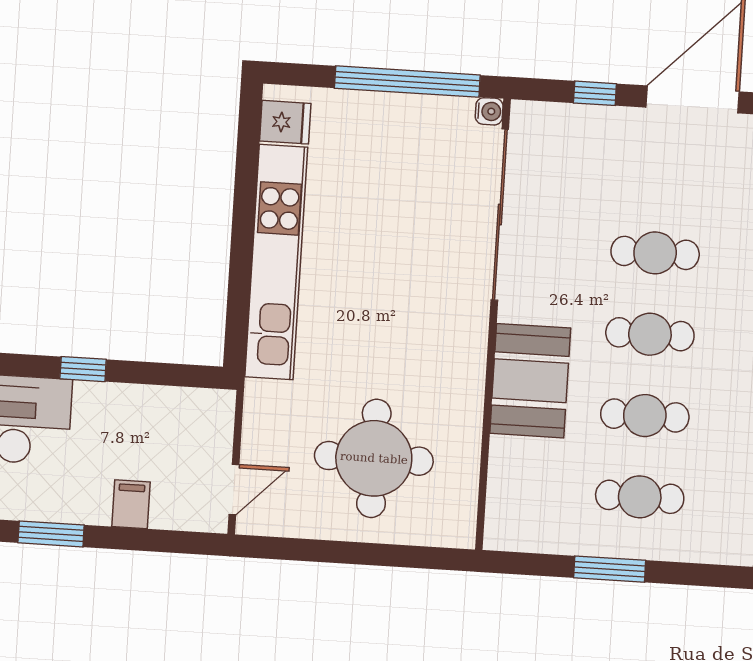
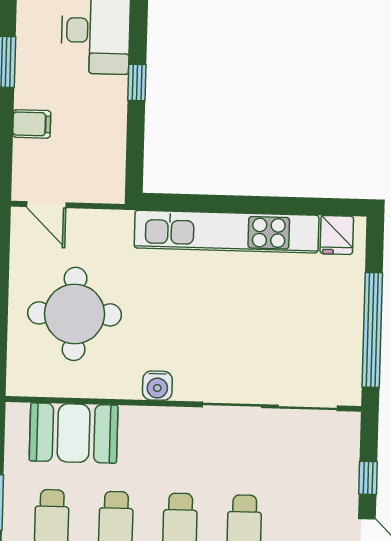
water cooler: (489, 111) -> (157, 386), moved, width x1.38, depth x1.38
booth: (530, 381) -> (74, 433), moved

